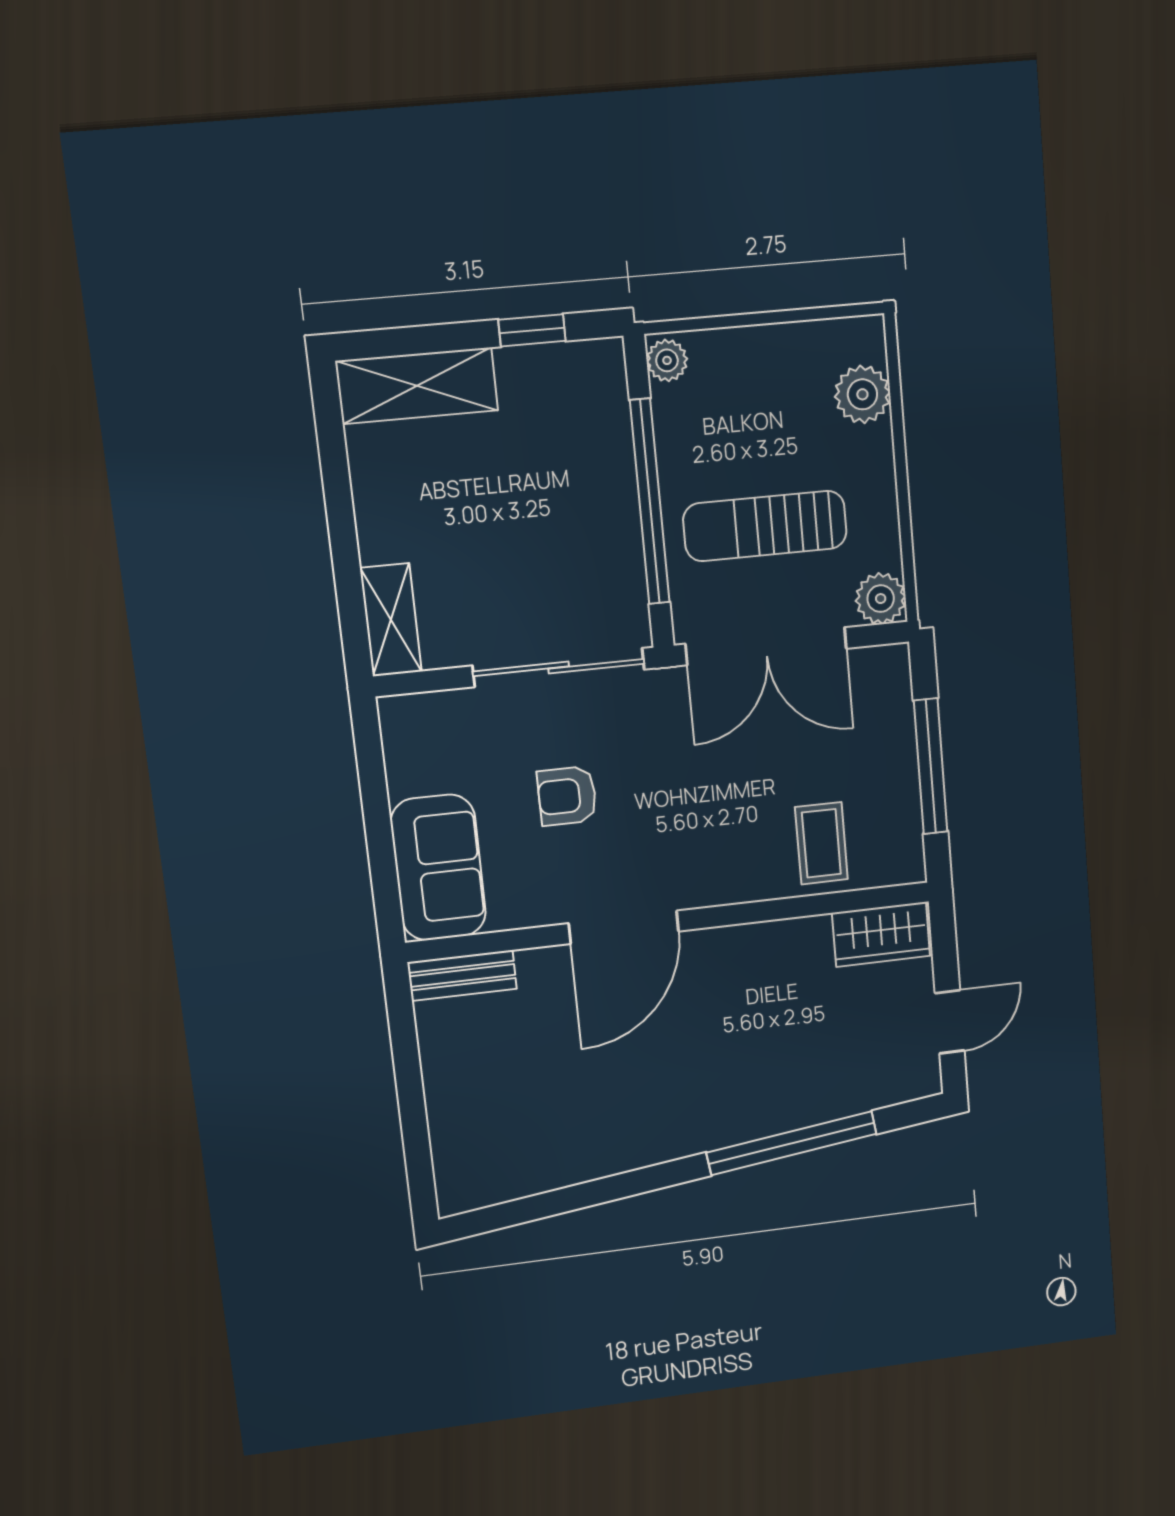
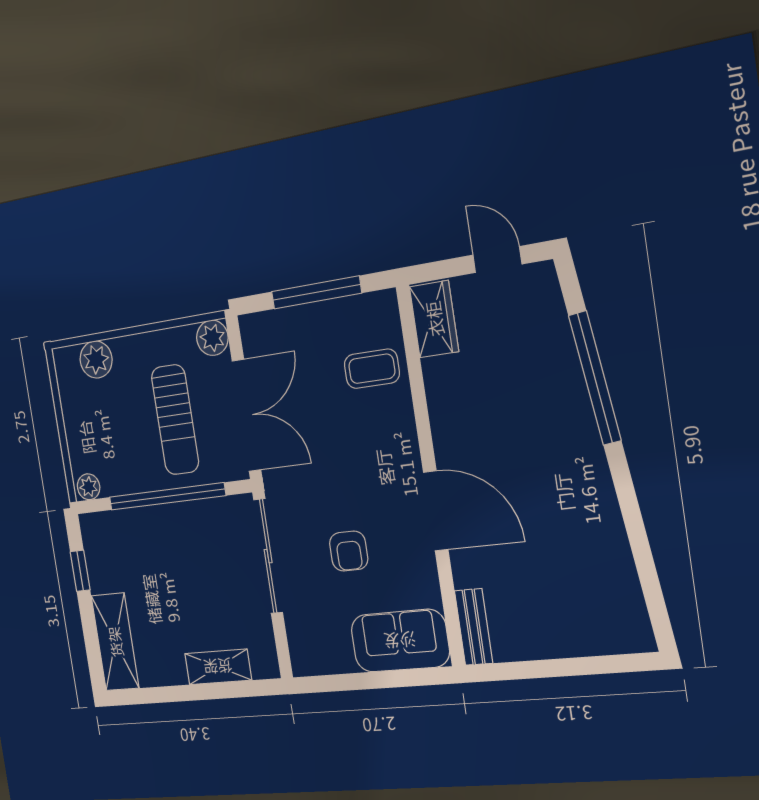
shelving: (391, 620) -> (218, 667), moved

